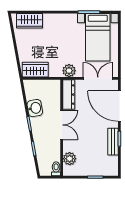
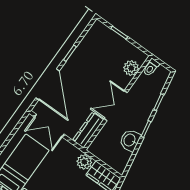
plant: (69, 71) -> (84, 162), moved
bench: (113, 142) -> (78, 55), removed

